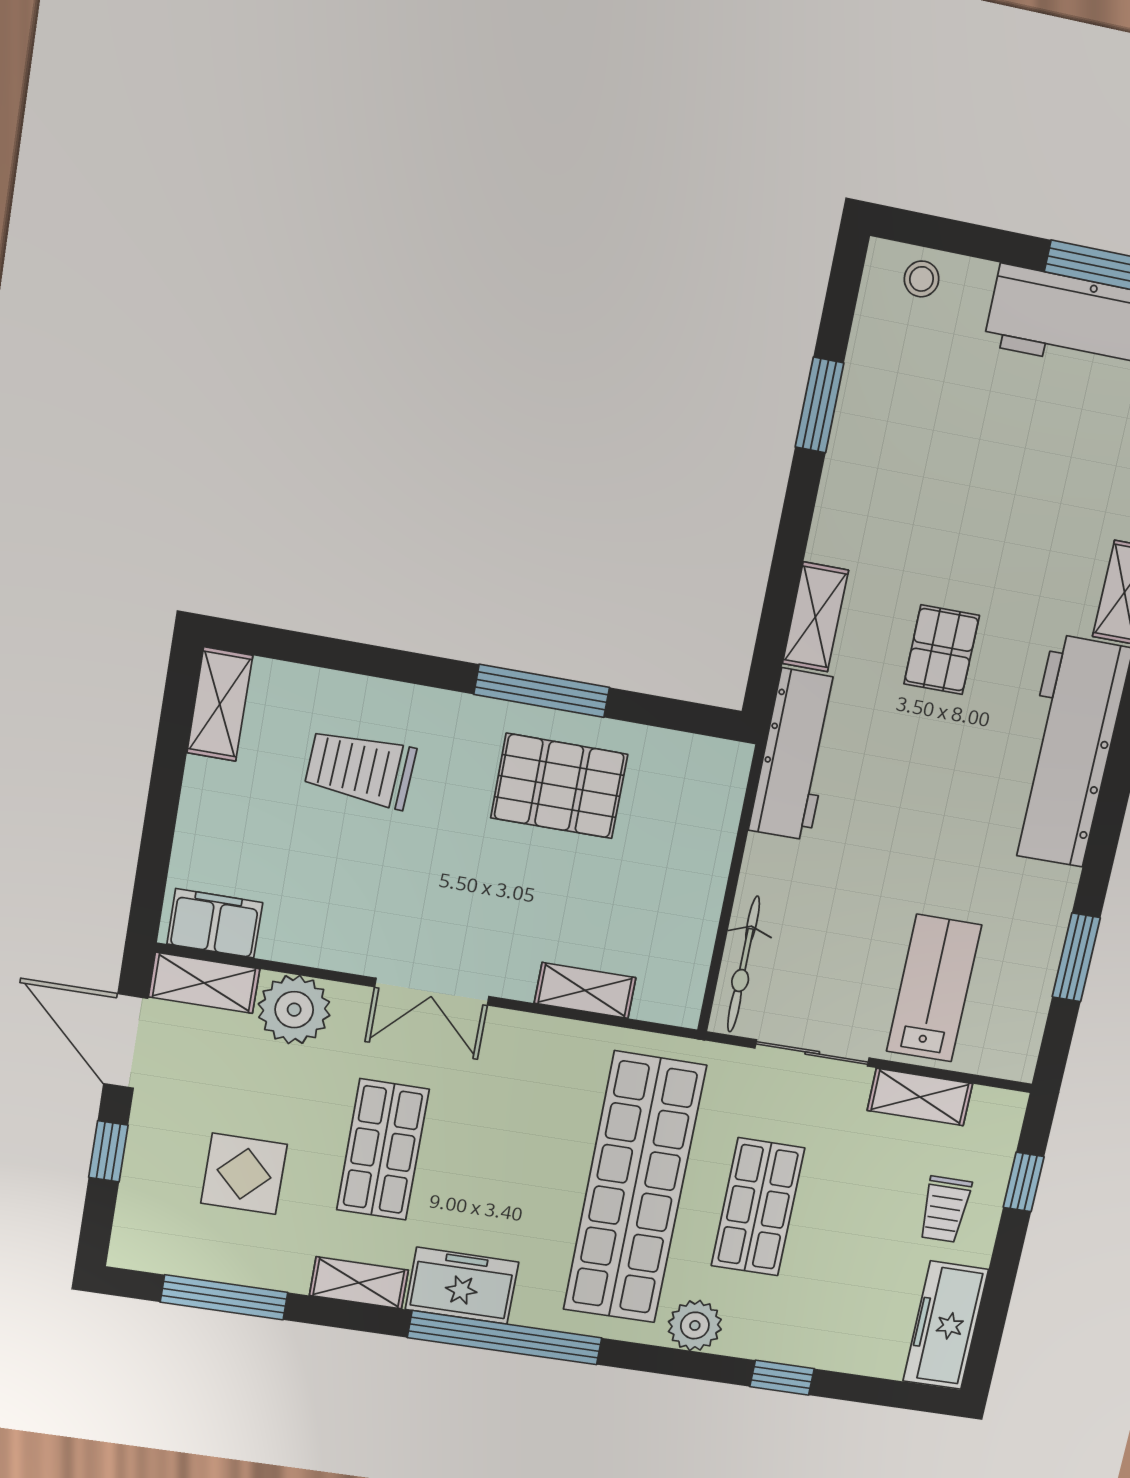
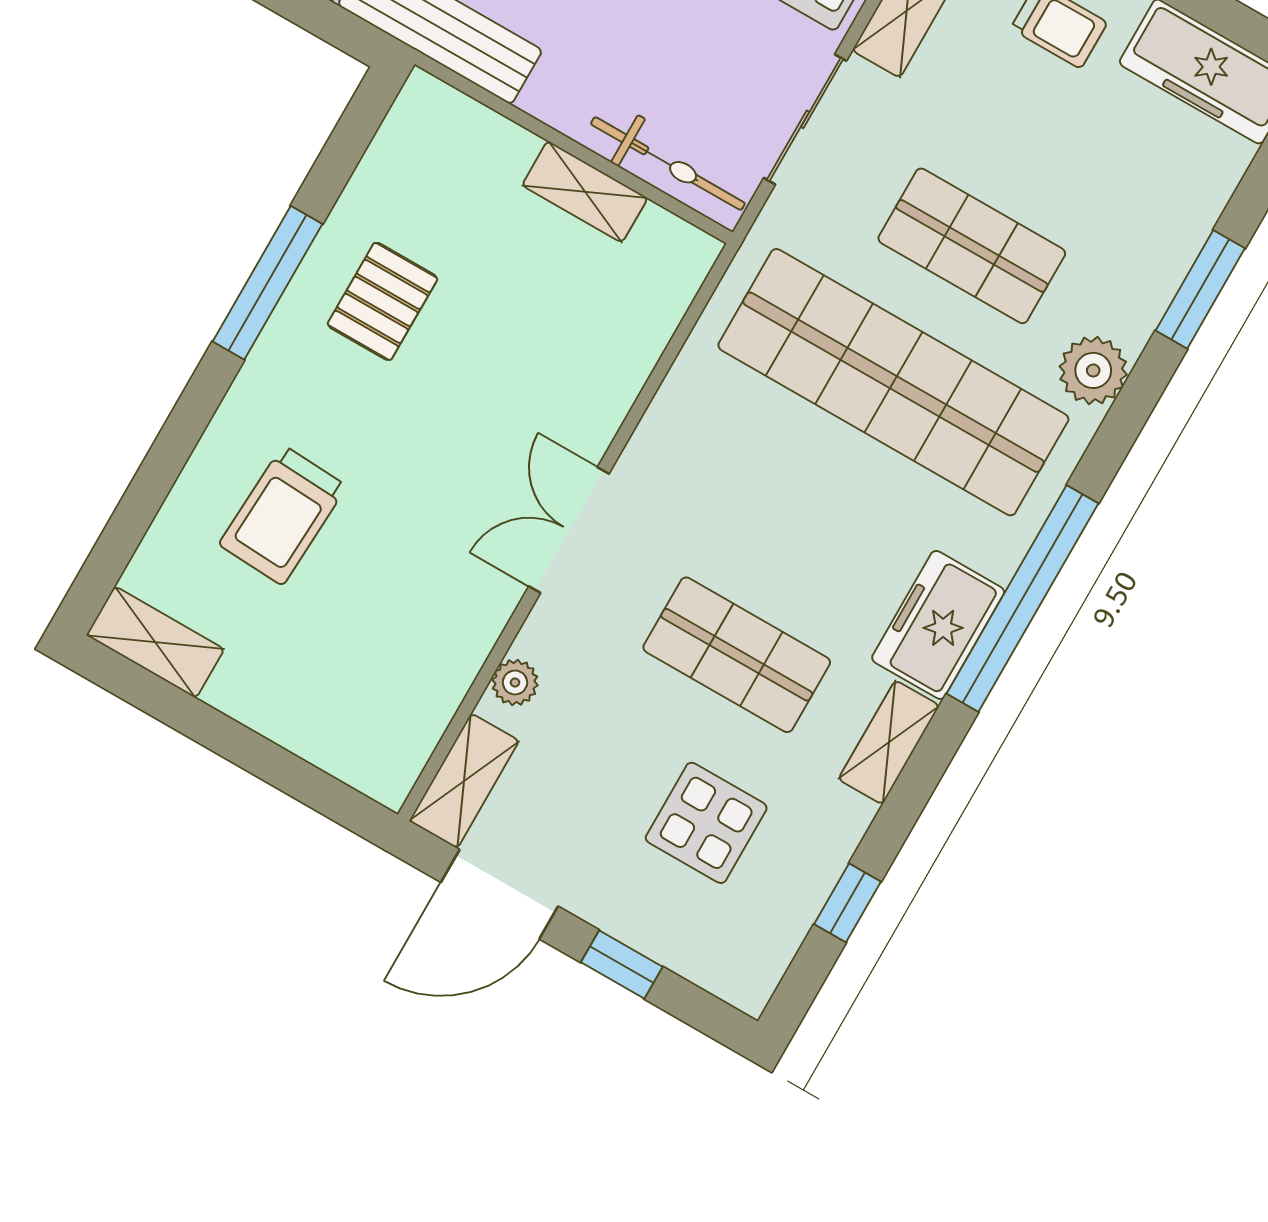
pallet: (559, 786) -> (383, 301), width x0.67, depth x0.71
filing cabinet: (215, 923) -> (400, 743), removed
shelving: (585, 990) -> (585, 192), moved, turned 90
double door: (432, 992) -> (569, 530), swing flipped
plant: (294, 1010) -> (515, 682), width x0.53, depth x0.53
window: (224, 1297) -> (847, 903), width x0.46
window: (782, 1378) -> (1200, 289), width x1.50

